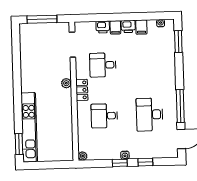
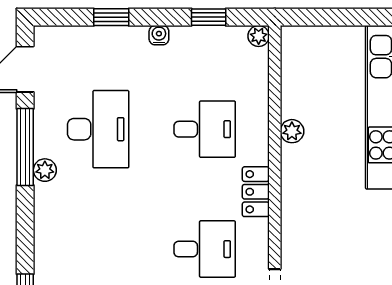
plant: (66, 83) -> (292, 131), moved
plant: (172, 96) -> (45, 170), added
window: (120, 163) -> (209, 17), moved

